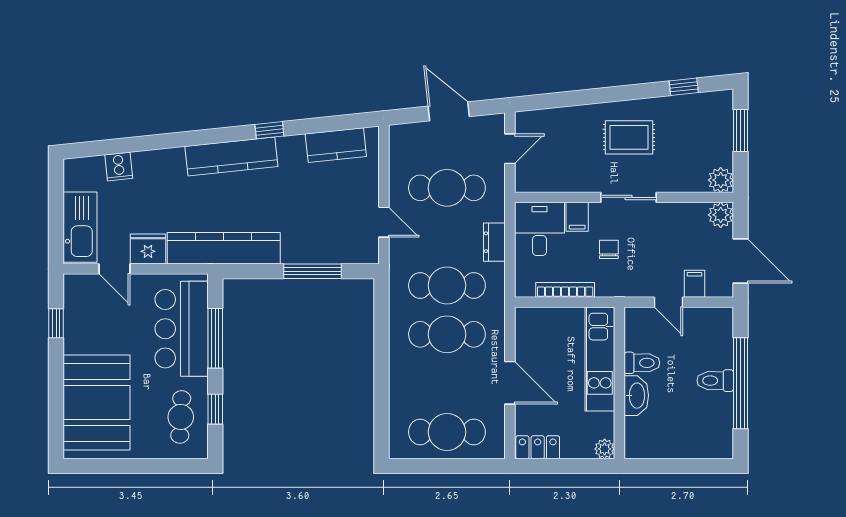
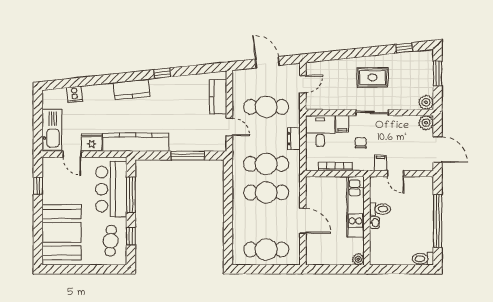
kitchen counter: (336, 145) -> (218, 97), moved, turned 96
kitchen counter: (231, 156) -> (132, 89), width x0.67
filing cabinet: (694, 284) -> (381, 163), moved
toilet: (715, 381) -> (423, 259), moved
washbasin: (636, 396) -> (375, 223), width x0.52, depth x0.69
locker: (538, 447) -> (319, 258), removed

